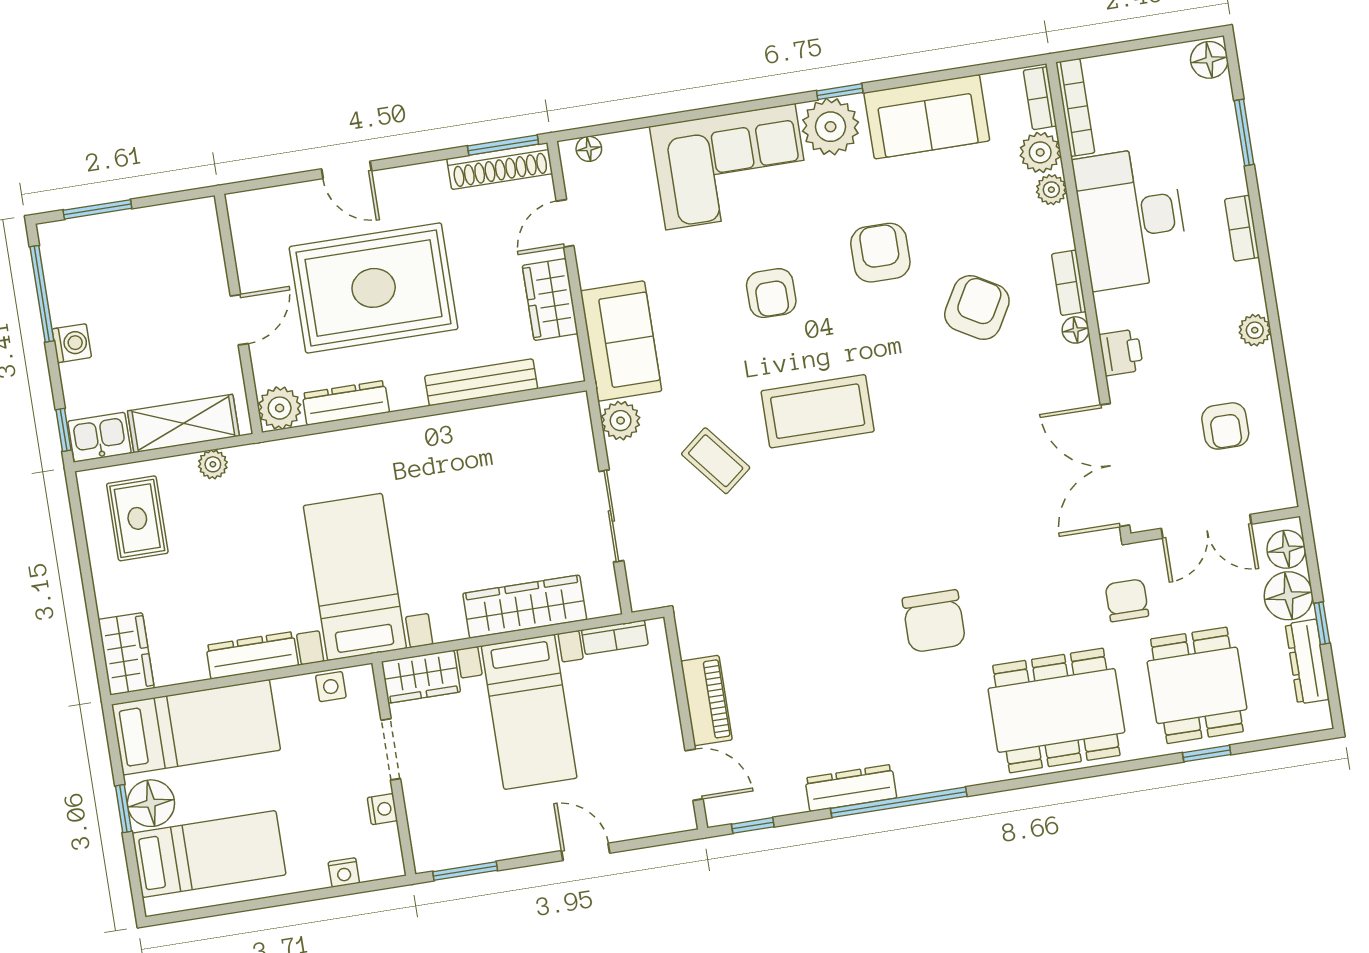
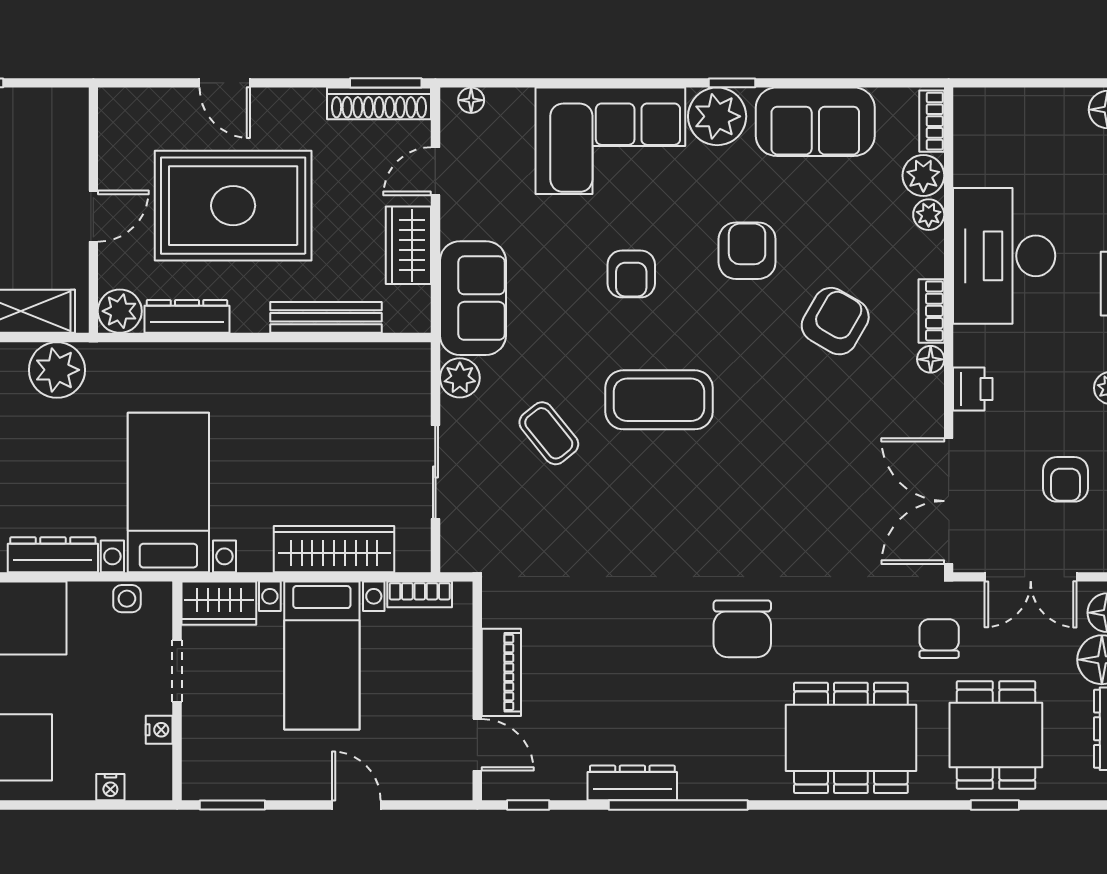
bookcase: (1075, 108) -> (966, 136), removed
plant: (213, 464) -> (57, 370), width x1.87, depth x1.87

